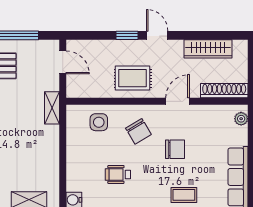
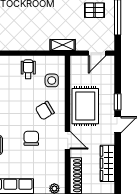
rug: (133, 78) -> (85, 106), width x1.36, depth x1.43
chair: (175, 149) -> (31, 138), turned 180
wheelchair: (118, 174) -> (28, 69), moved

